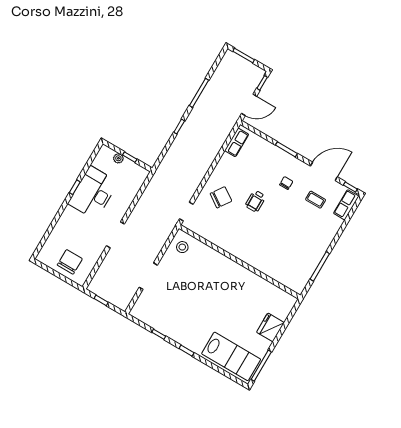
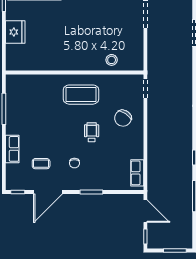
door: (249, 105) -> (145, 211), swing flipped
row of seats: (346, 205) -> (12, 149), moved
coffee table: (245, 239) -> (81, 95), added
stool: (182, 247) -> (112, 60), moved

